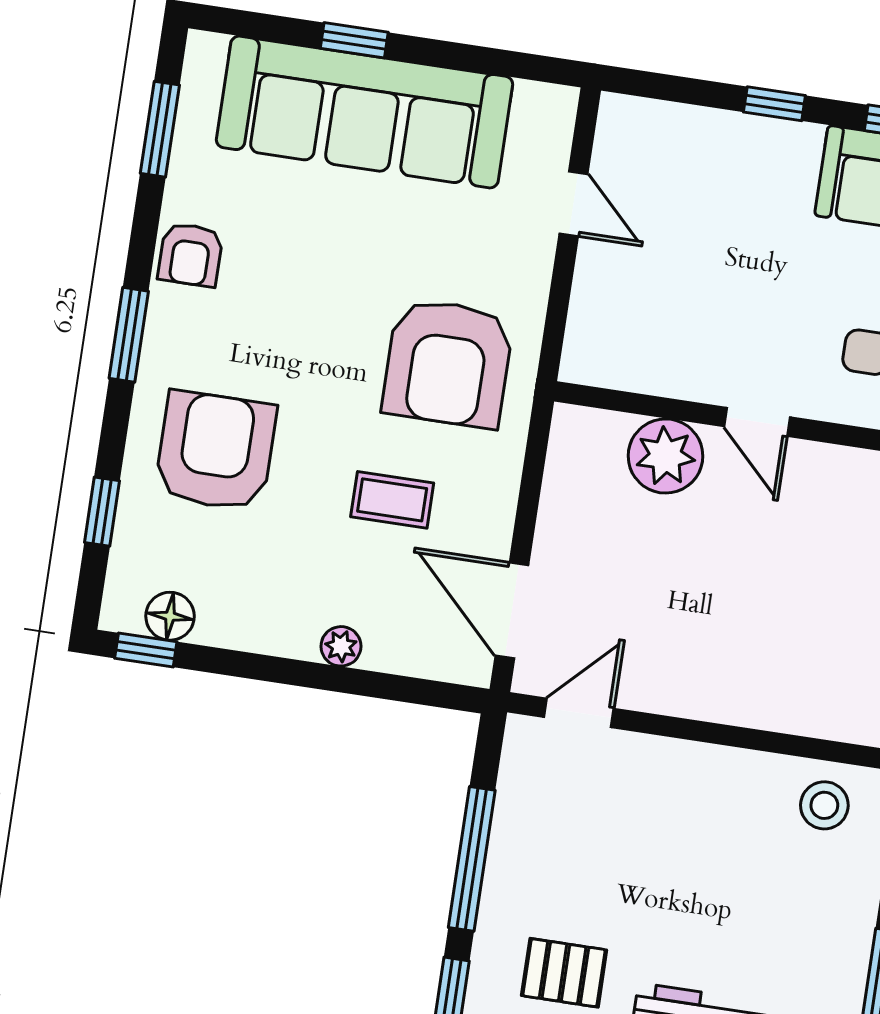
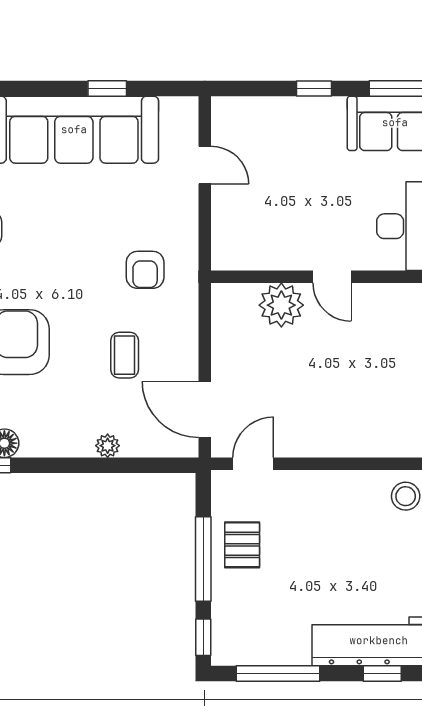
window: (354, 40) -> (107, 88), moved
armchair: (448, 363) -> (145, 270), width x0.53, depth x0.53
coffee table: (392, 500) -> (125, 355), turned 90
pallet: (564, 973) -> (242, 545), moved, turned 90

